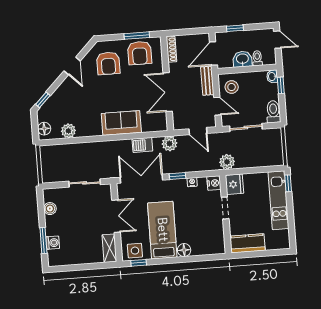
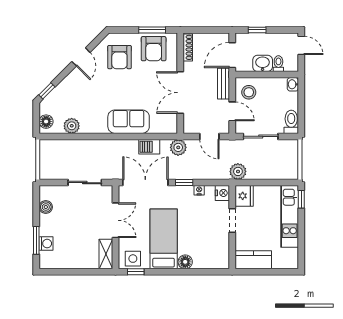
window: (281, 85) -> (301, 94), removed

